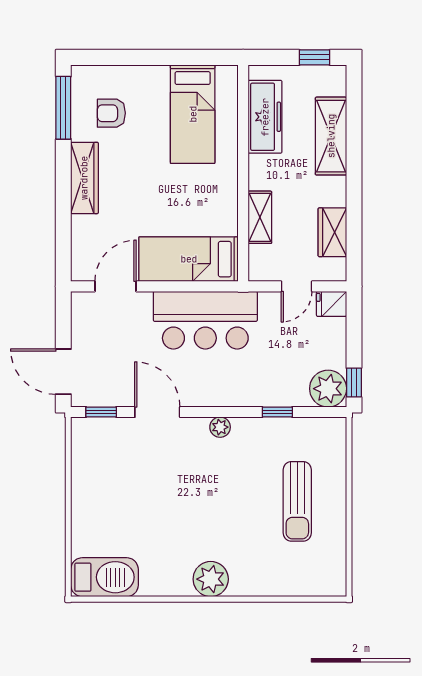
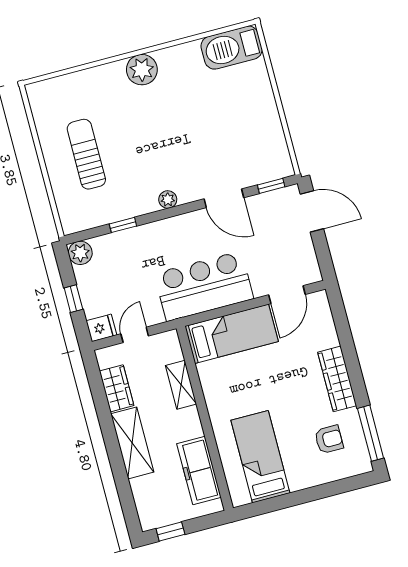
shelving: (331, 136) -> (132, 443), moved
window: (354, 383) -> (73, 299), moved
plant: (328, 389) -> (80, 253), width x0.73, depth x0.73

